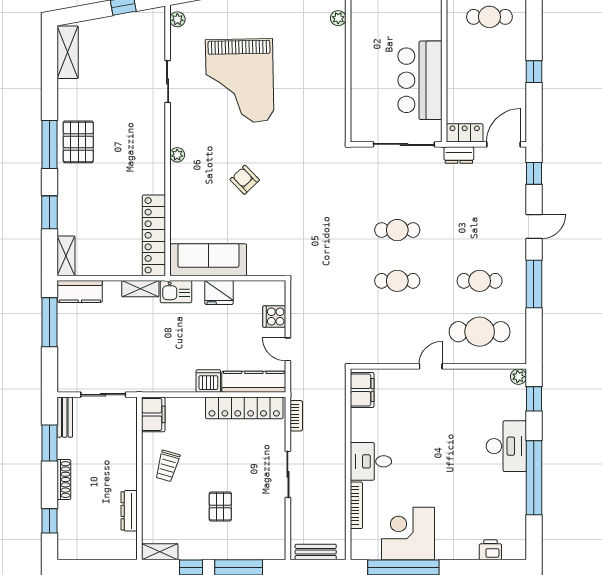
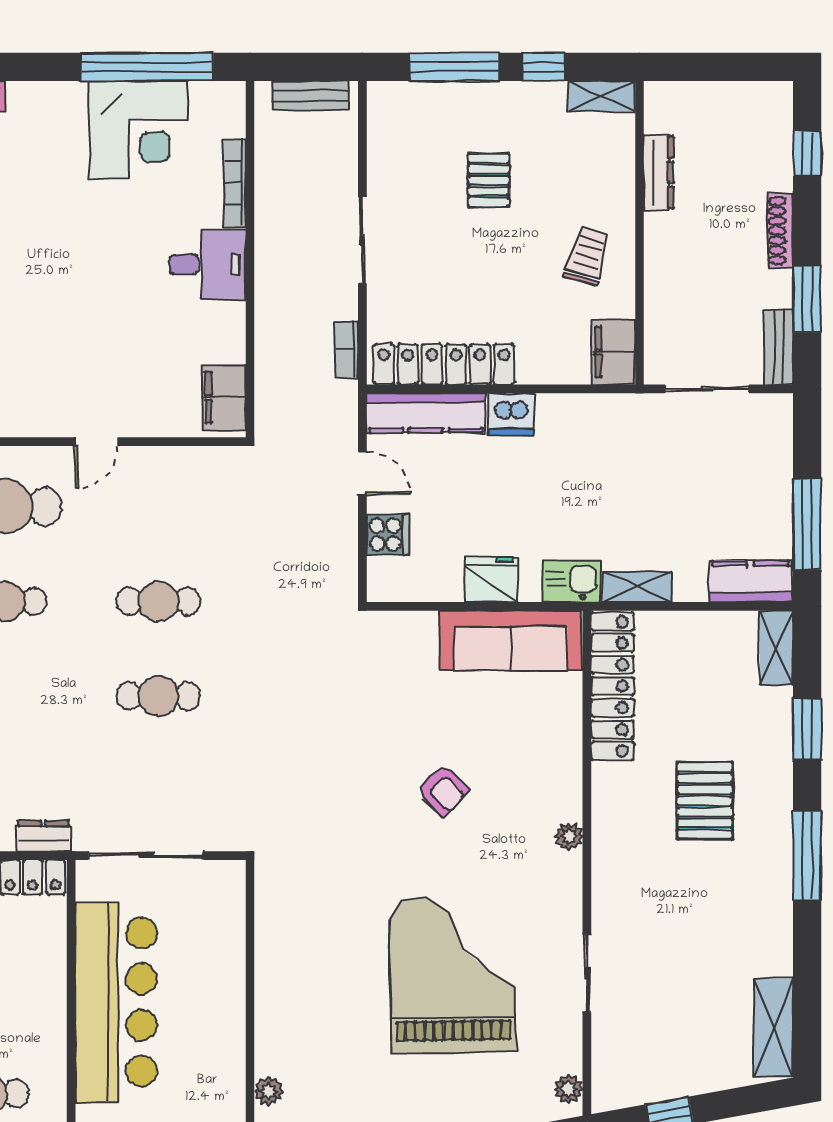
bar counter: (420, 80) -> (116, 1002), width x1.36
pallet: (78, 142) -> (705, 801), moved

